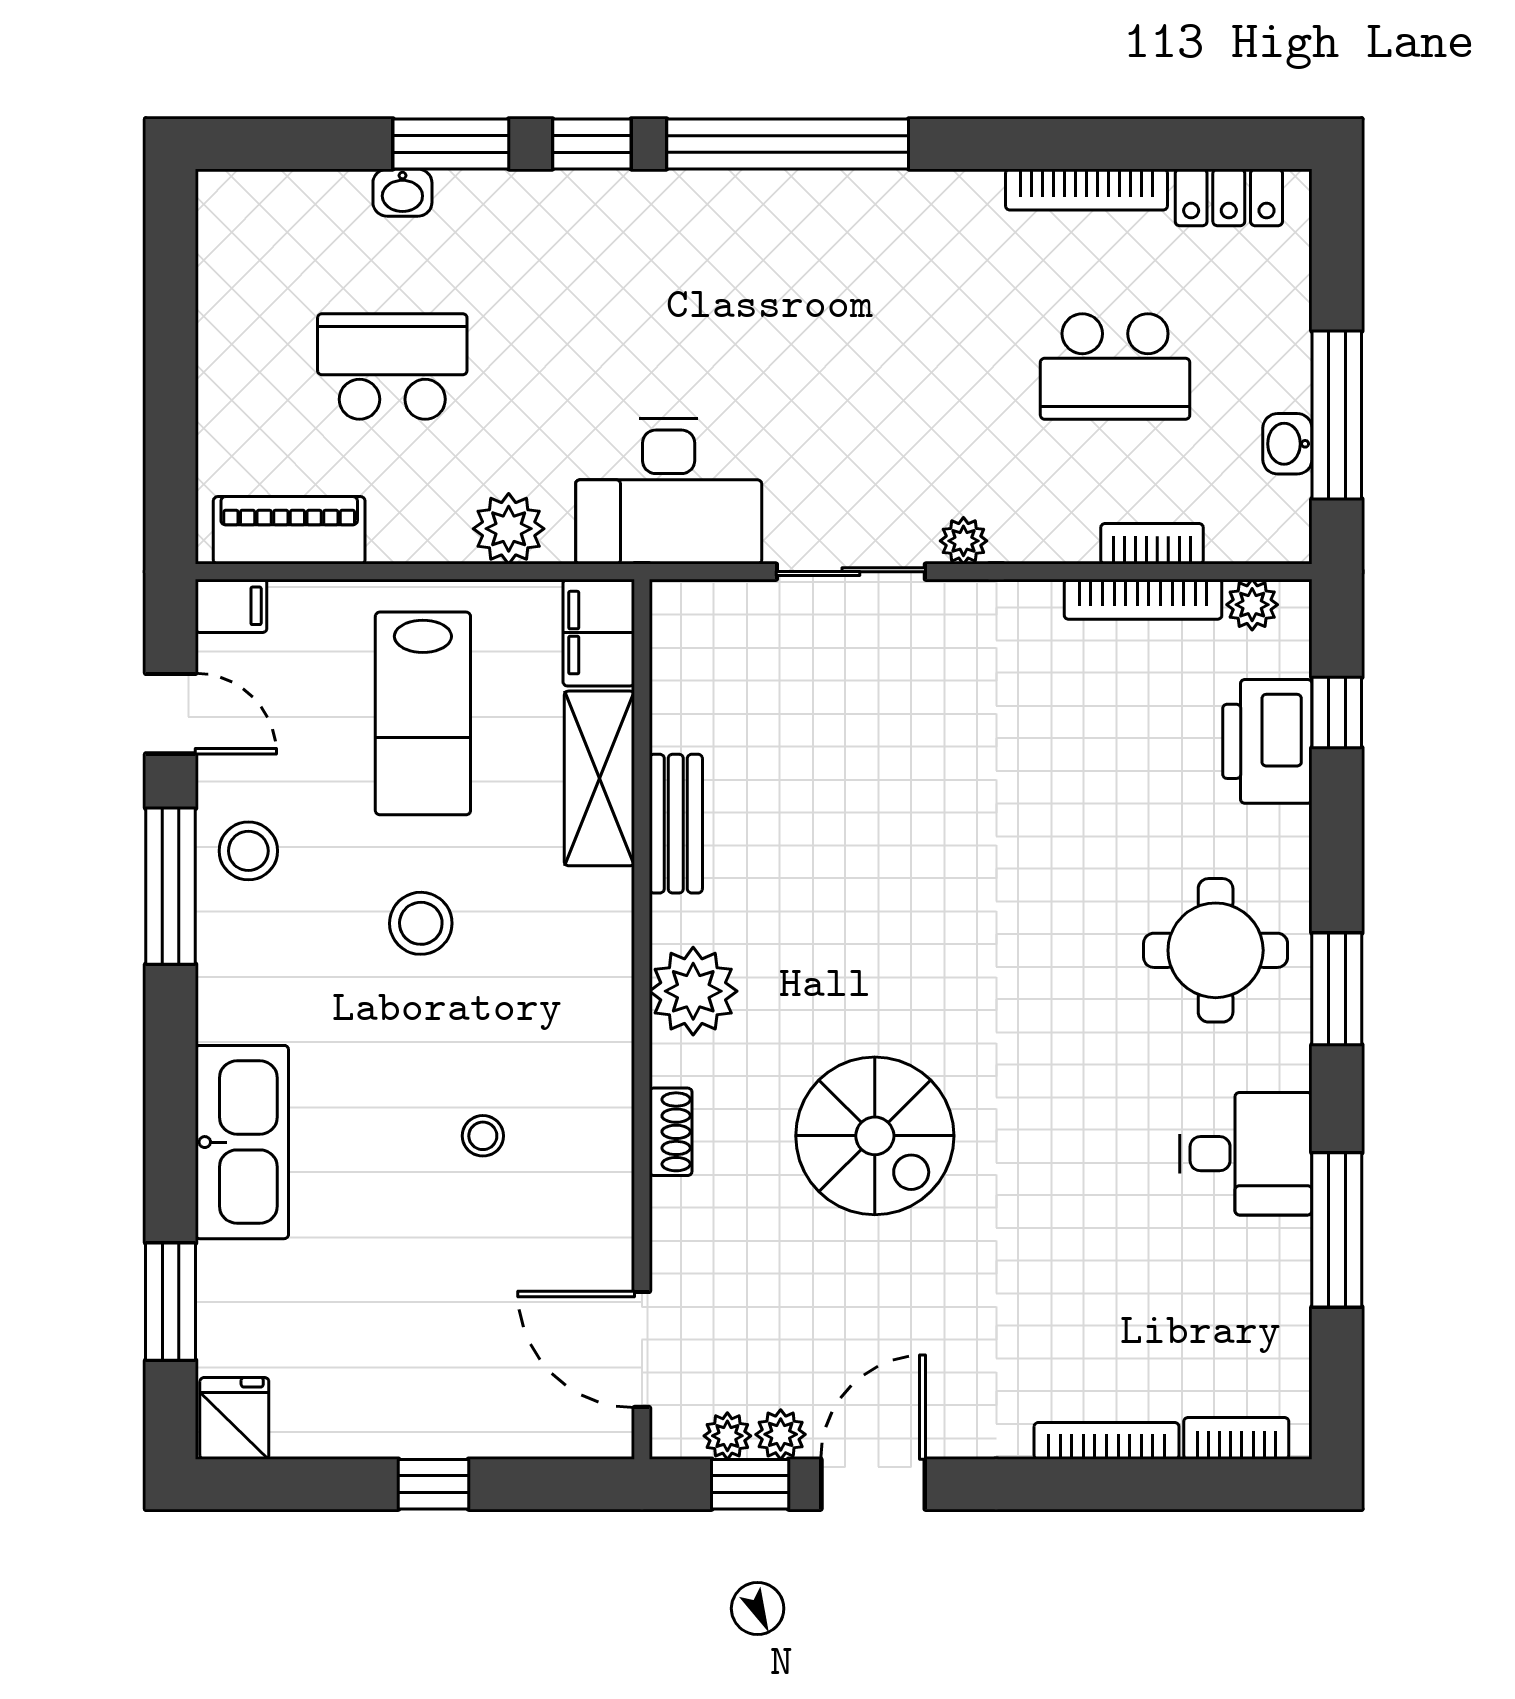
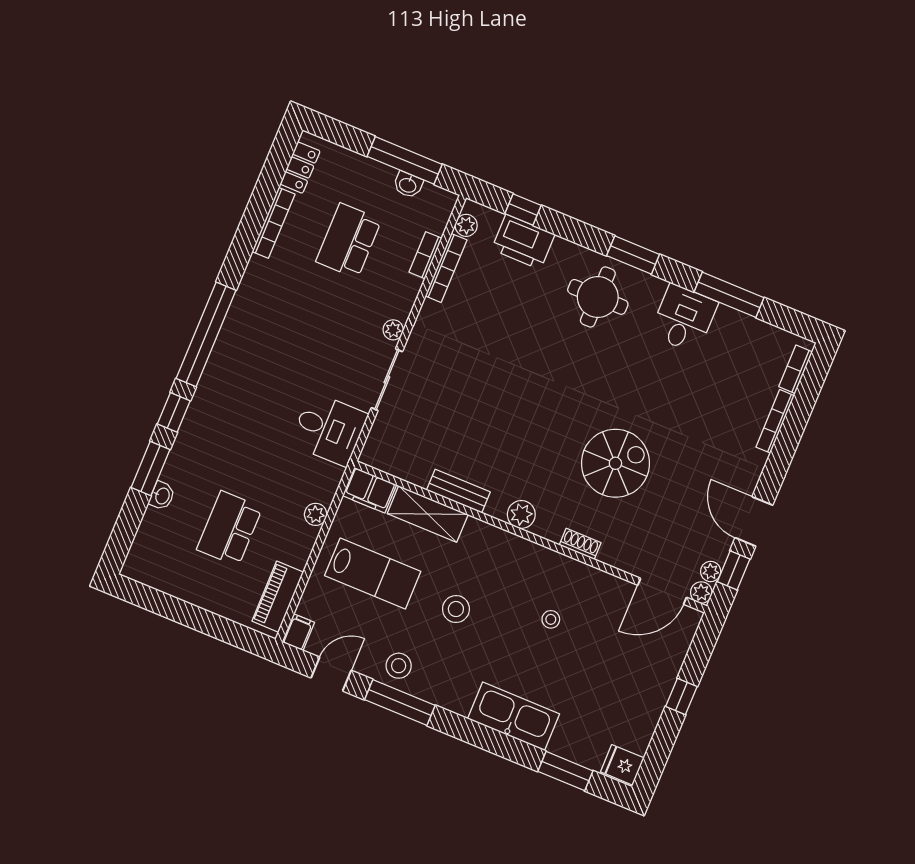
school desk: (1115, 367) -> (349, 241), turned 180
desk: (669, 491) -> (329, 429), width x0.73
plant: (509, 529) -> (316, 514), width x0.73, depth x0.73
plant: (693, 991) -> (521, 514), width x0.73, depth x0.73
plant: (781, 1434) -> (701, 592), moved

